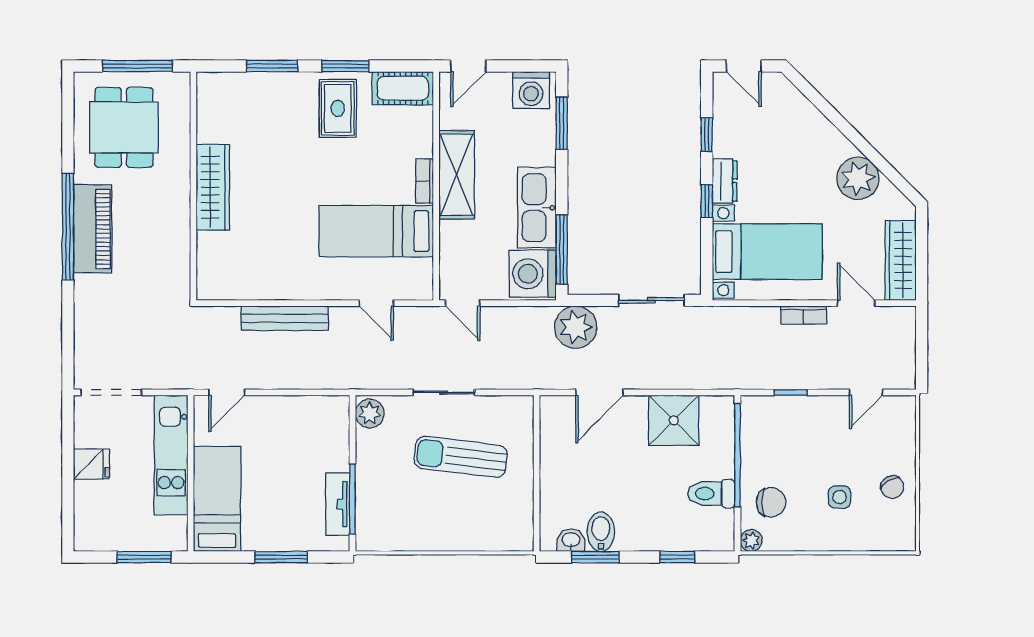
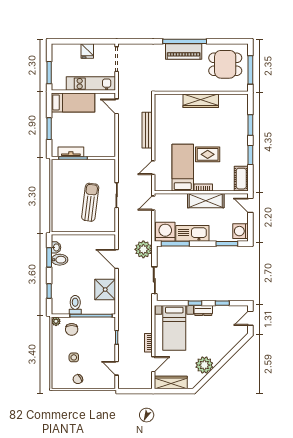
rug: (338, 108) -> (208, 154), moved
plant: (370, 413) -> (108, 165), removed

